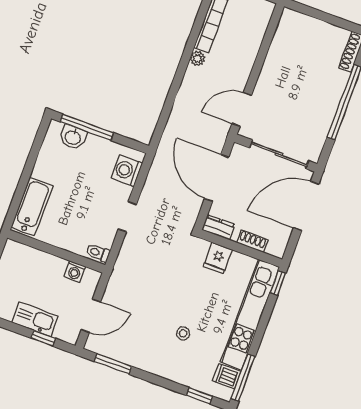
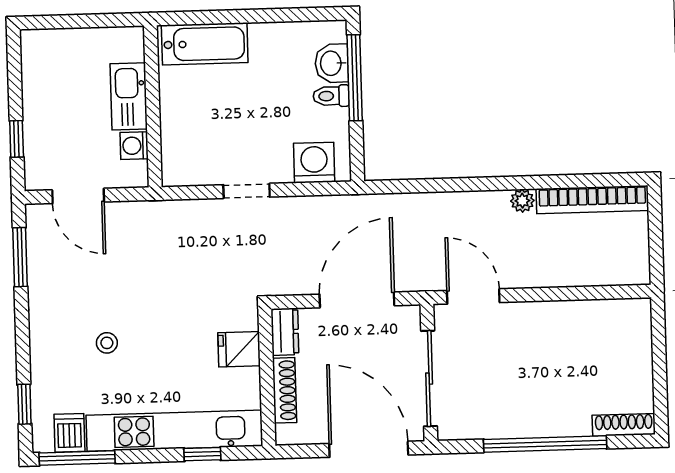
shoe rack: (252, 241) -> (285, 390), width x1.43
toilet: (98, 253) -> (331, 96), moved, turned -90
window: (278, 283) -> (202, 454), moved
kitchen sink: (35, 319) -> (129, 96), moved, turned 180

